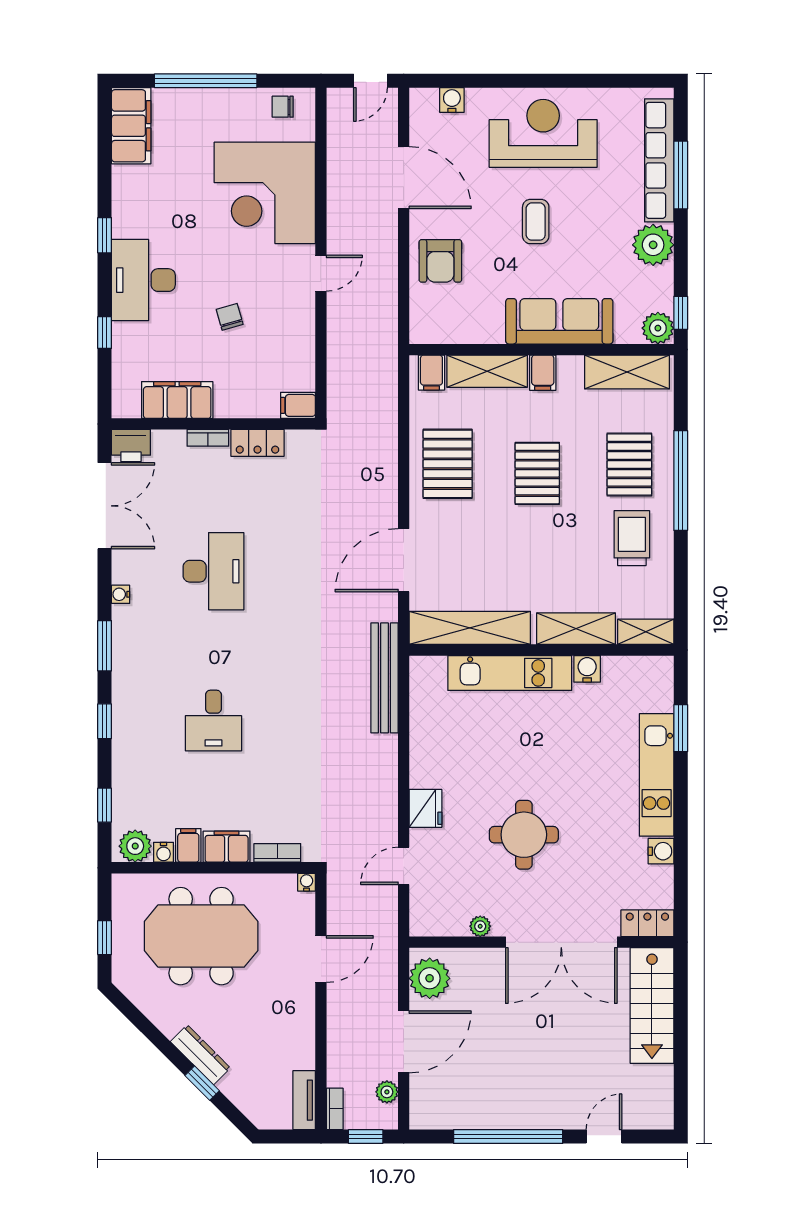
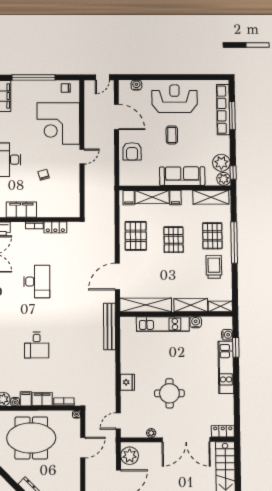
plant: (653, 245) -> (221, 163), moved
filing cabinet: (298, 405) -> (72, 212), removed
water cooler: (661, 851) -> (227, 335), moved
door: (404, 866) -> (118, 421), moved

